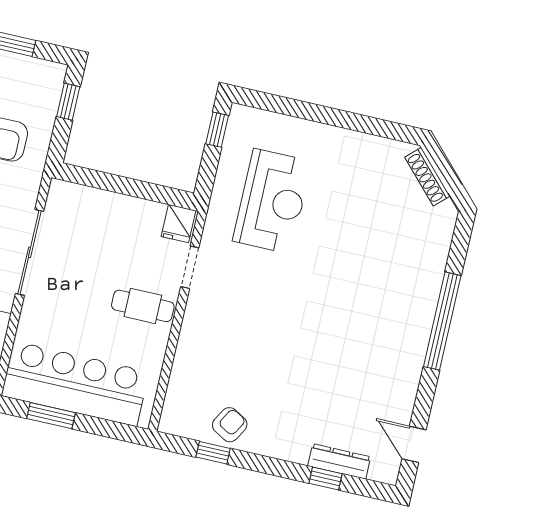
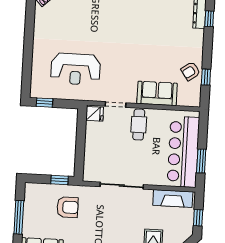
window: (68, 102) -> (59, 180), moved
reception desk: (272, 201) -> (76, 69), turned 180
sofa: (198, 352) -> (157, 93), added
armchair: (230, 425) -> (191, 71), turned -65

